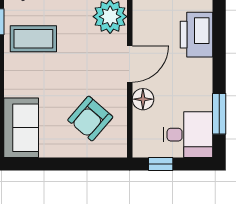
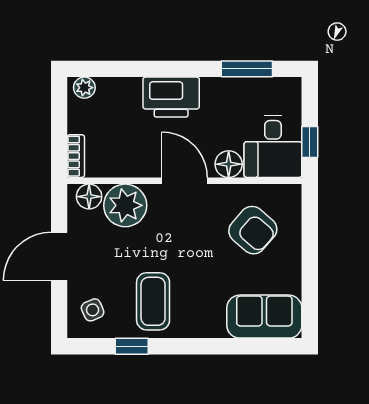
printer: (197, 35) -> (171, 97), moved
desk: (188, 135) -> (273, 147), moved, turned 180

